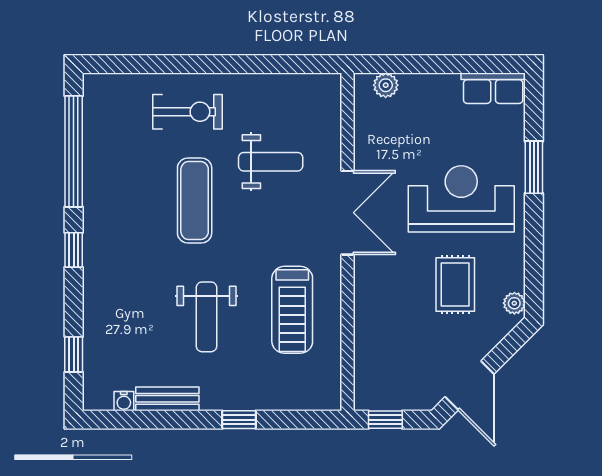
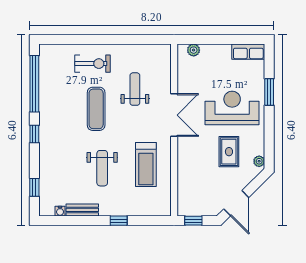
weight bench: (271, 162) -> (135, 89), turned -90

